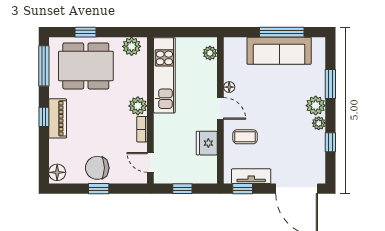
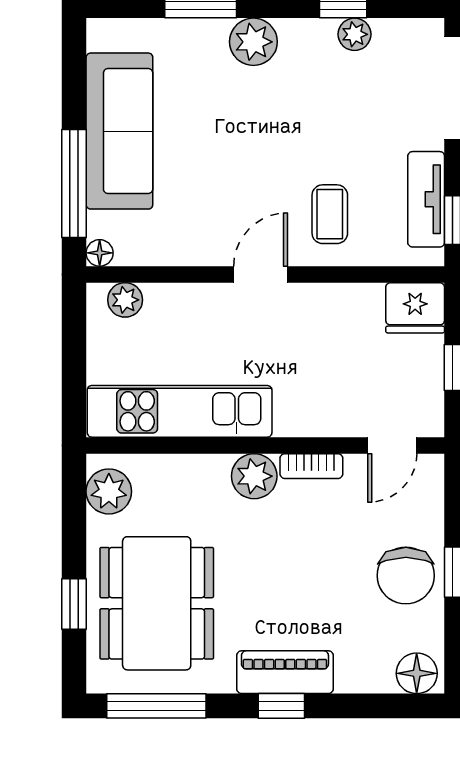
window: (282, 32) -> (74, 184), moved
floor lamp: (229, 87) -> (100, 253), moved
plant: (319, 123) -> (354, 34), moved
fridge: (207, 143) -> (415, 308), moved

